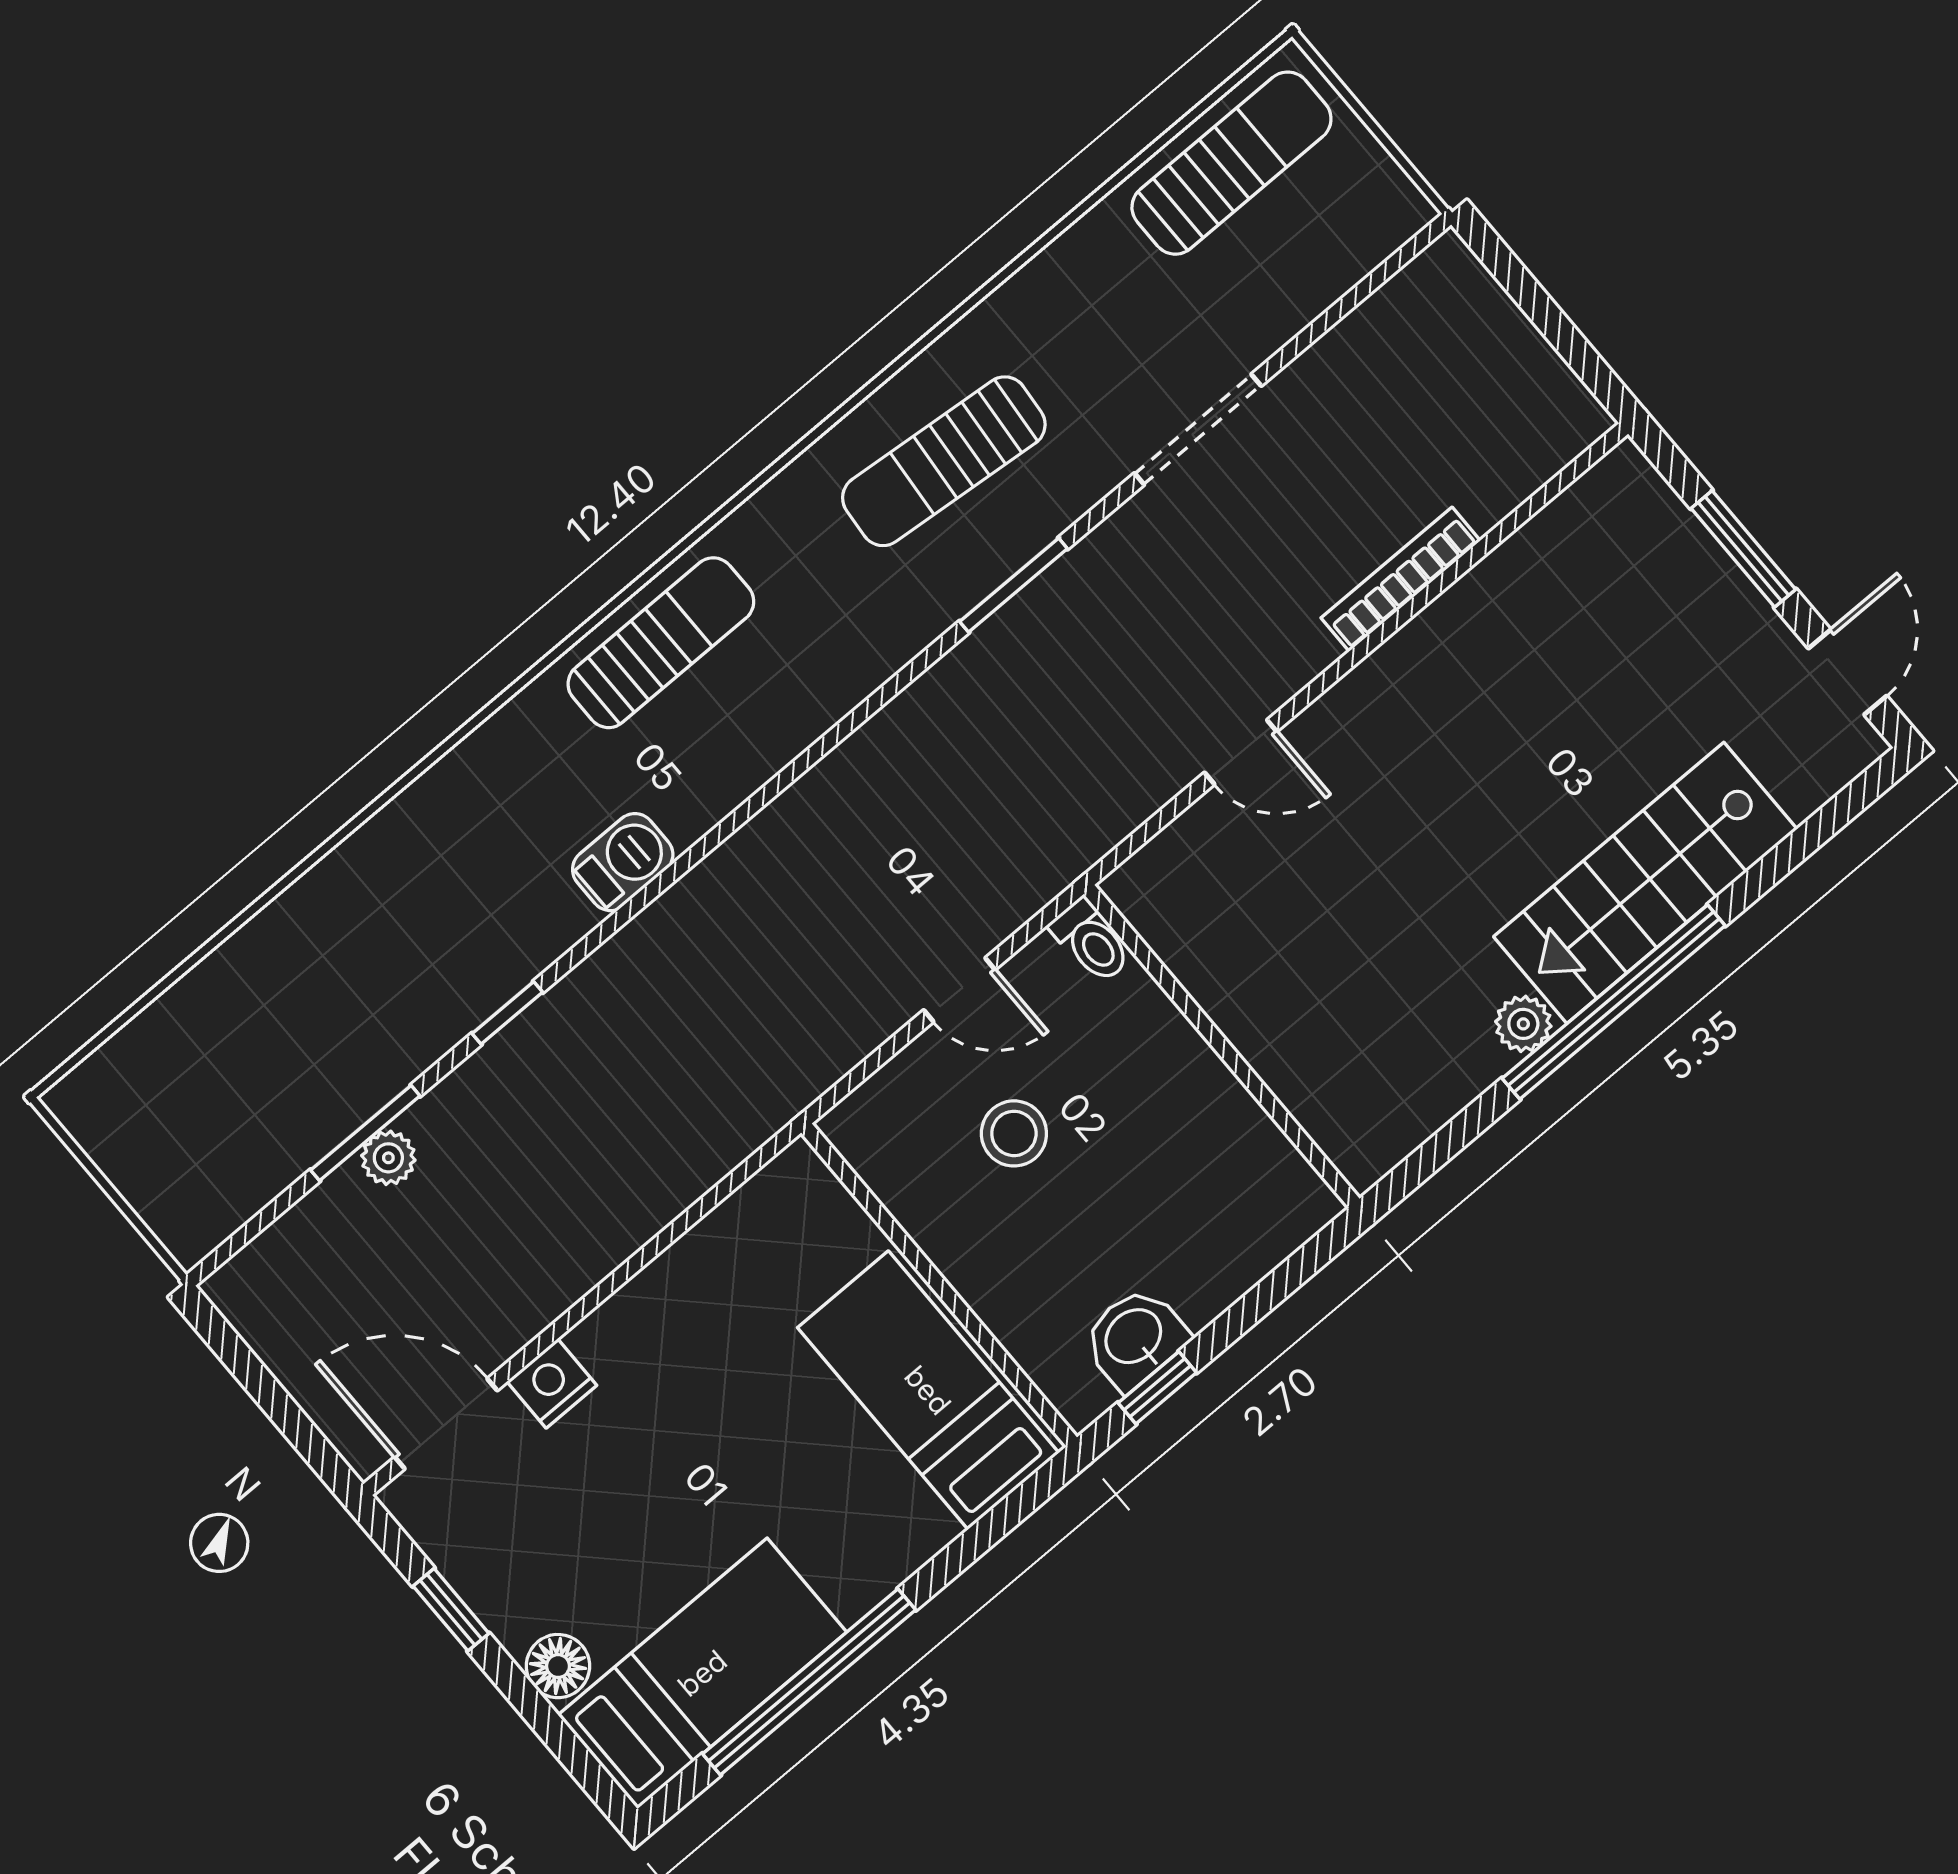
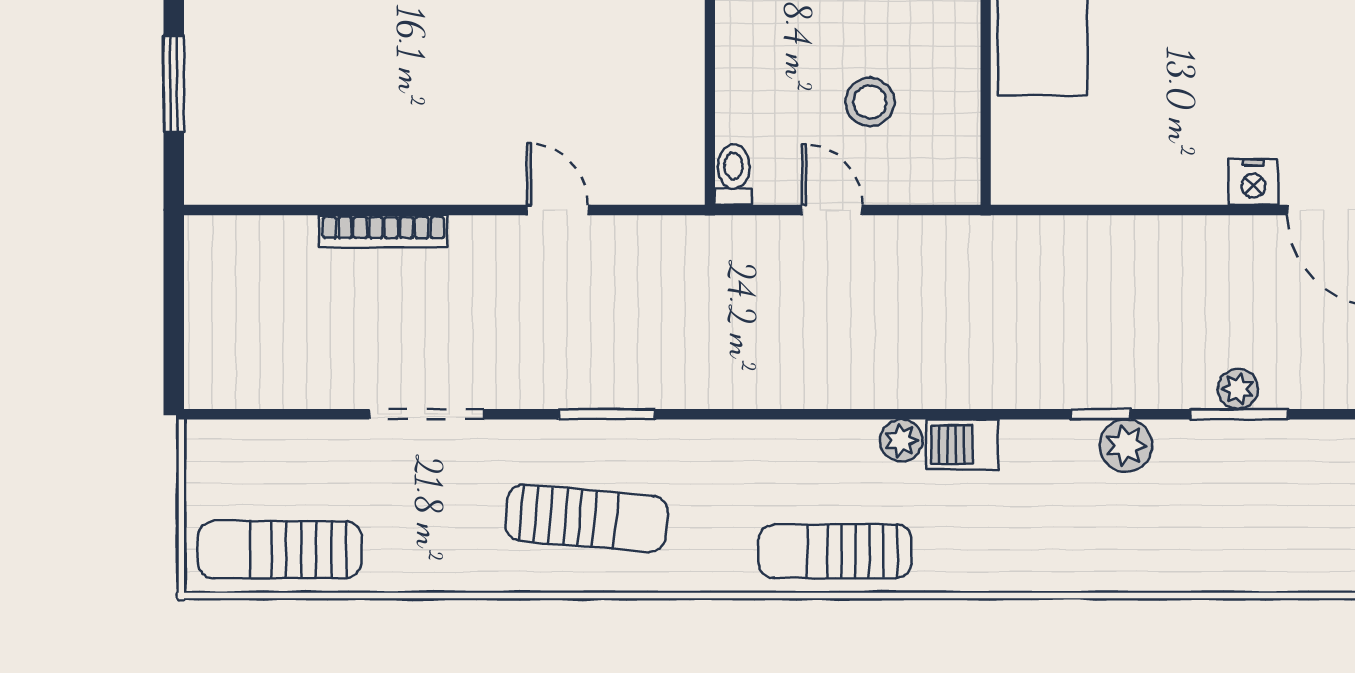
plant: (689, 813) -> (901, 440), added
plant: (454, 1003) -> (1126, 446), added

